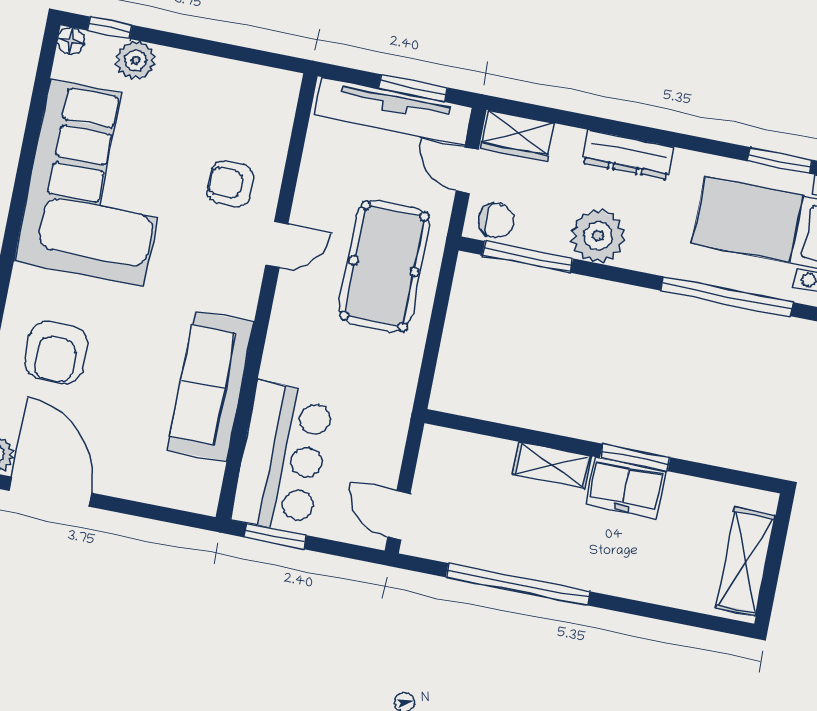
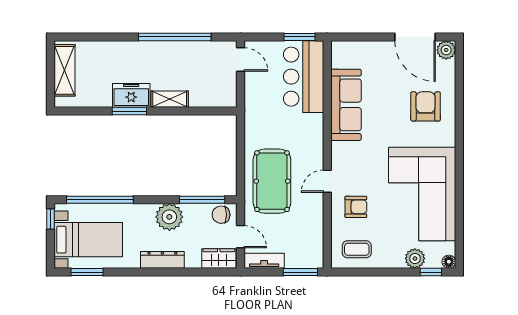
window: (413, 88) -> (300, 272), moved
coffee table: (245, 101) -> (357, 249), added
tv unit: (394, 111) -> (264, 261), width x0.52, depth x0.78

